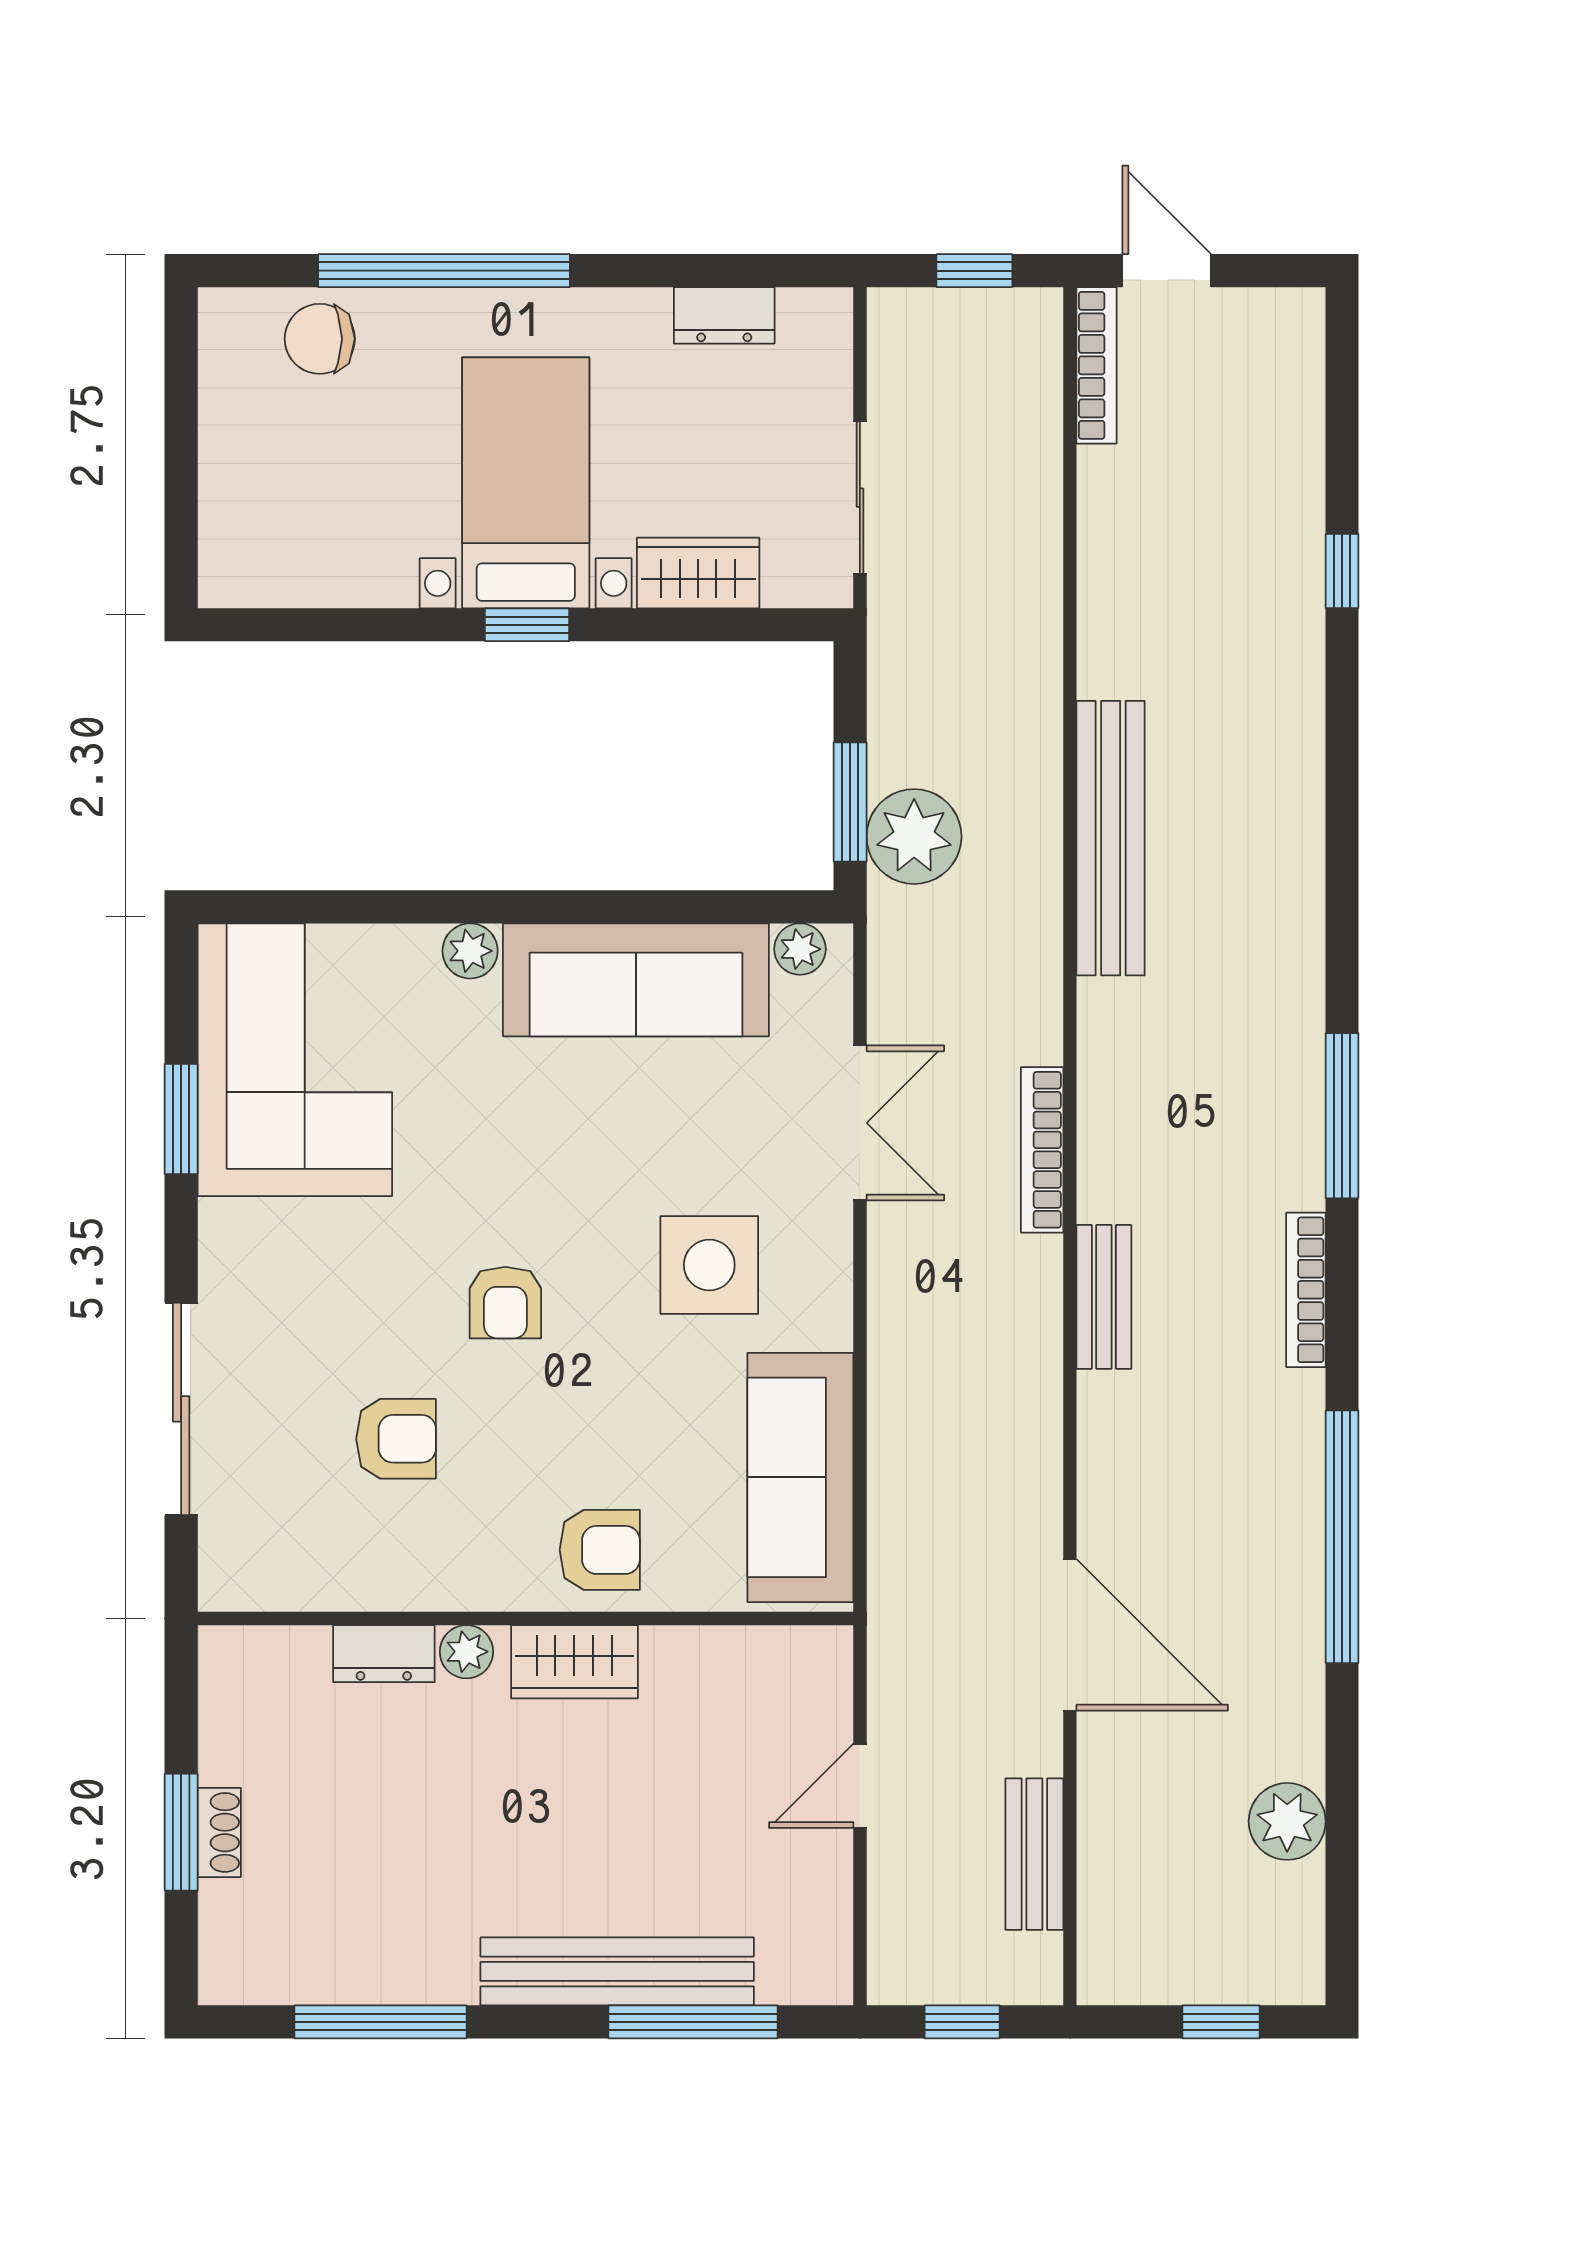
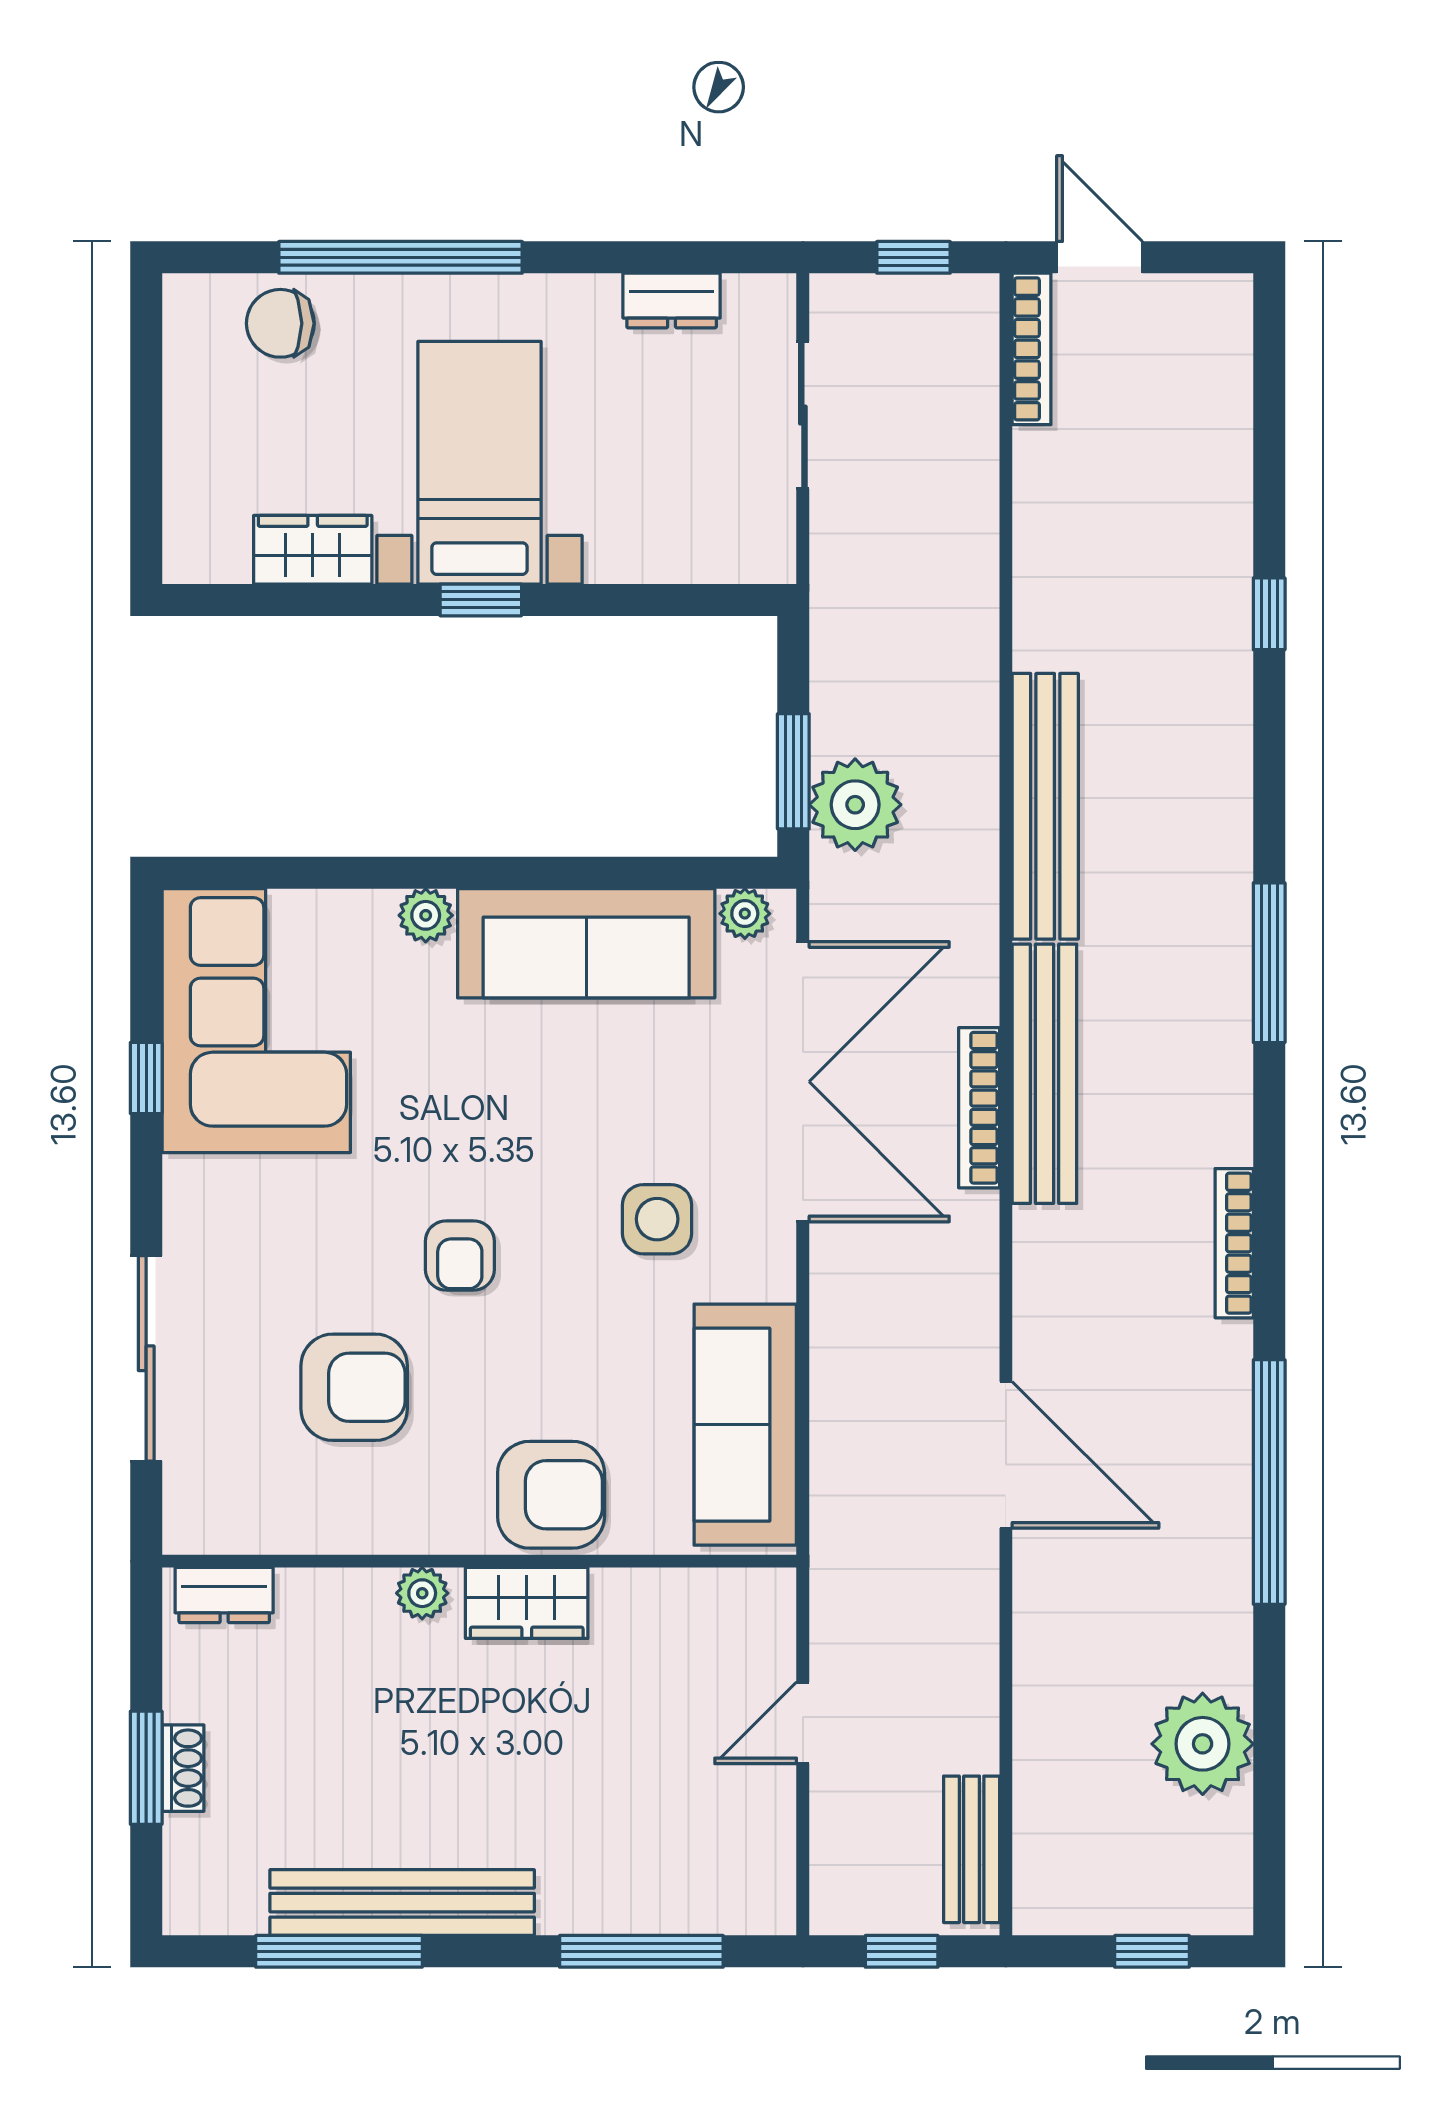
sliding door: (860, 498) -> (803, 415), moved
window: (1342, 571) -> (1269, 614), moved
wardrobe: (698, 573) -> (313, 550), moved
window: (1342, 1116) -> (1269, 963), moved
window: (181, 1119) -> (146, 1078), width x0.67
double door: (860, 1123) -> (803, 1082), width x1.87
side table: (709, 1265) -> (657, 1219), width x0.73, depth x0.73
bench: (1104, 1297) -> (1044, 1074), moved, width x1.86, depth x1.21
armchair: (396, 1439) -> (354, 1387), width x1.38, depth x1.38
armchair: (600, 1550) -> (551, 1495), width x1.38, depth x1.38
door: (1070, 1635) -> (1006, 1455), moved
dresser: (384, 1654) -> (224, 1595), moved
plant: (1287, 1821) -> (1203, 1744), width x1.36, depth x1.36
bench: (1034, 1854) -> (972, 1849), moved
bench: (617, 1971) -> (402, 1903), moved

